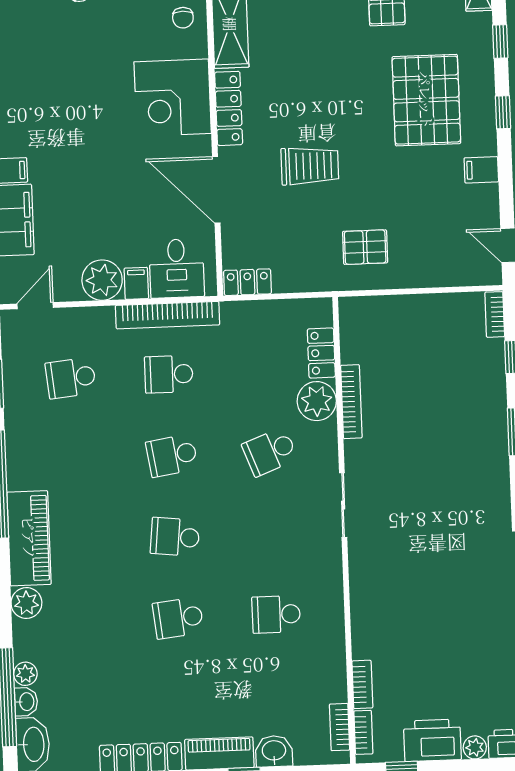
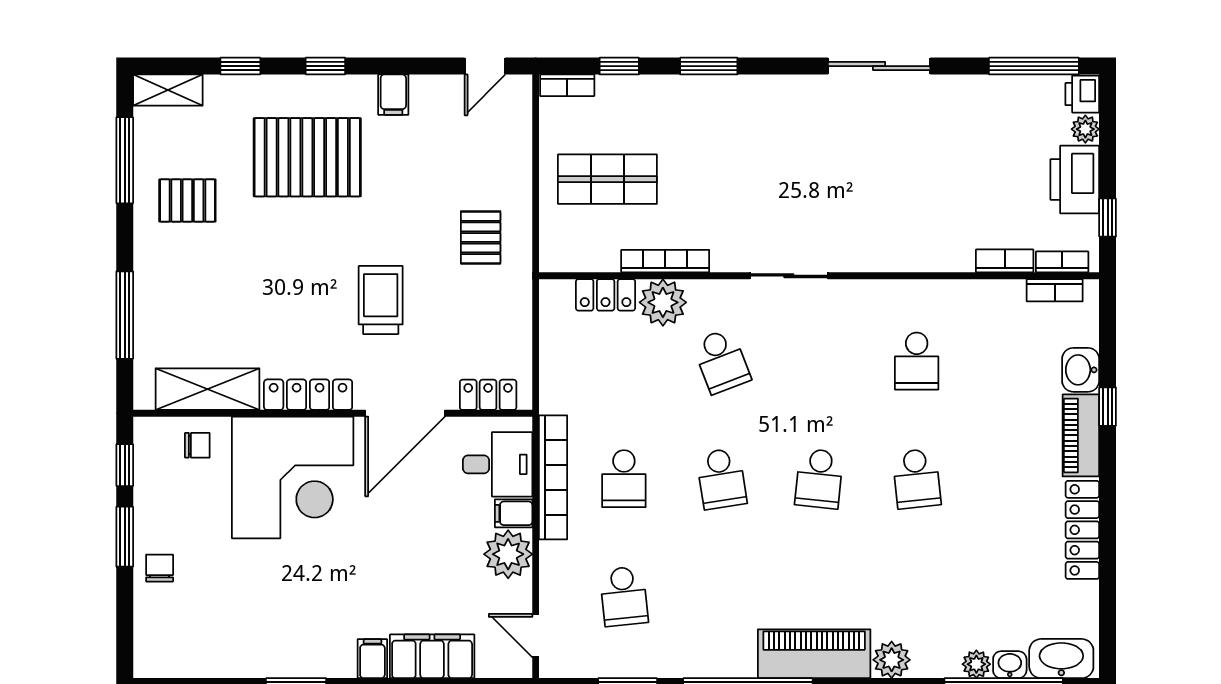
corner desk: (173, 98) -> (293, 477), width x1.36, depth x1.36
locker: (247, 282) -> (488, 395), moved, turned 90
shop shelf: (418, 351) -> (607, 179), added

